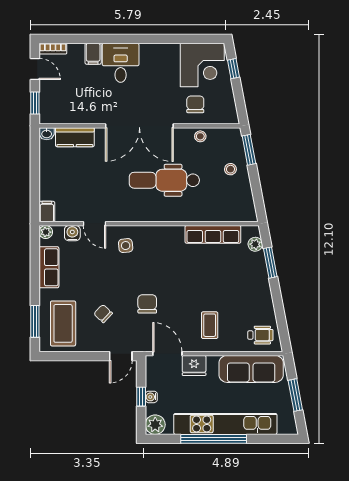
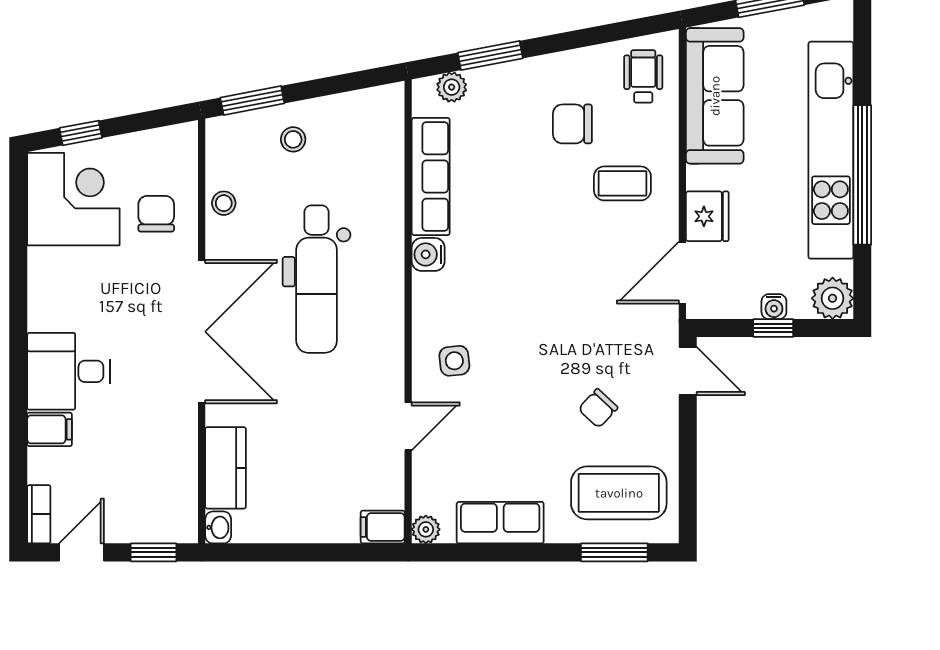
chair: (195, 104) -> (156, 214), turned 90
water cooler: (72, 233) -> (428, 254), moved
chair: (147, 304) -> (572, 124), moved

